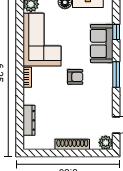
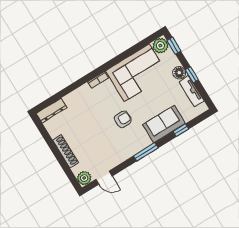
armchair: (75, 77) -> (123, 119), turned -90
dresser: (29, 120) -> (52, 111), moved

